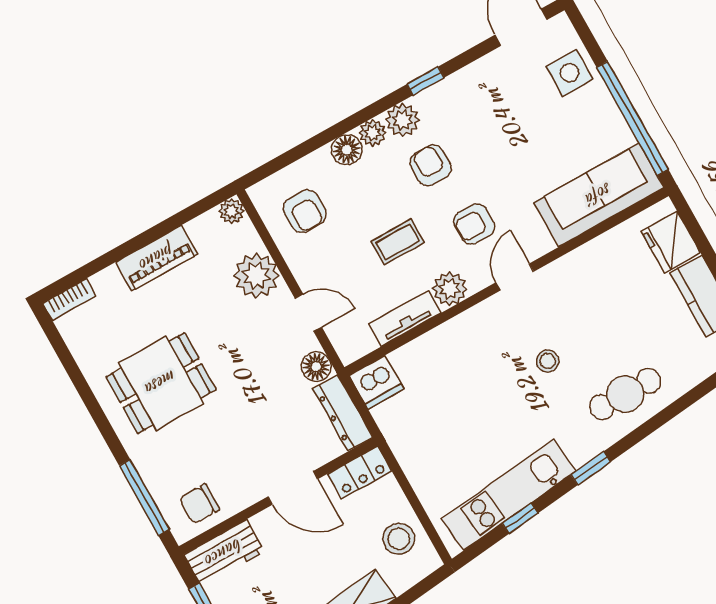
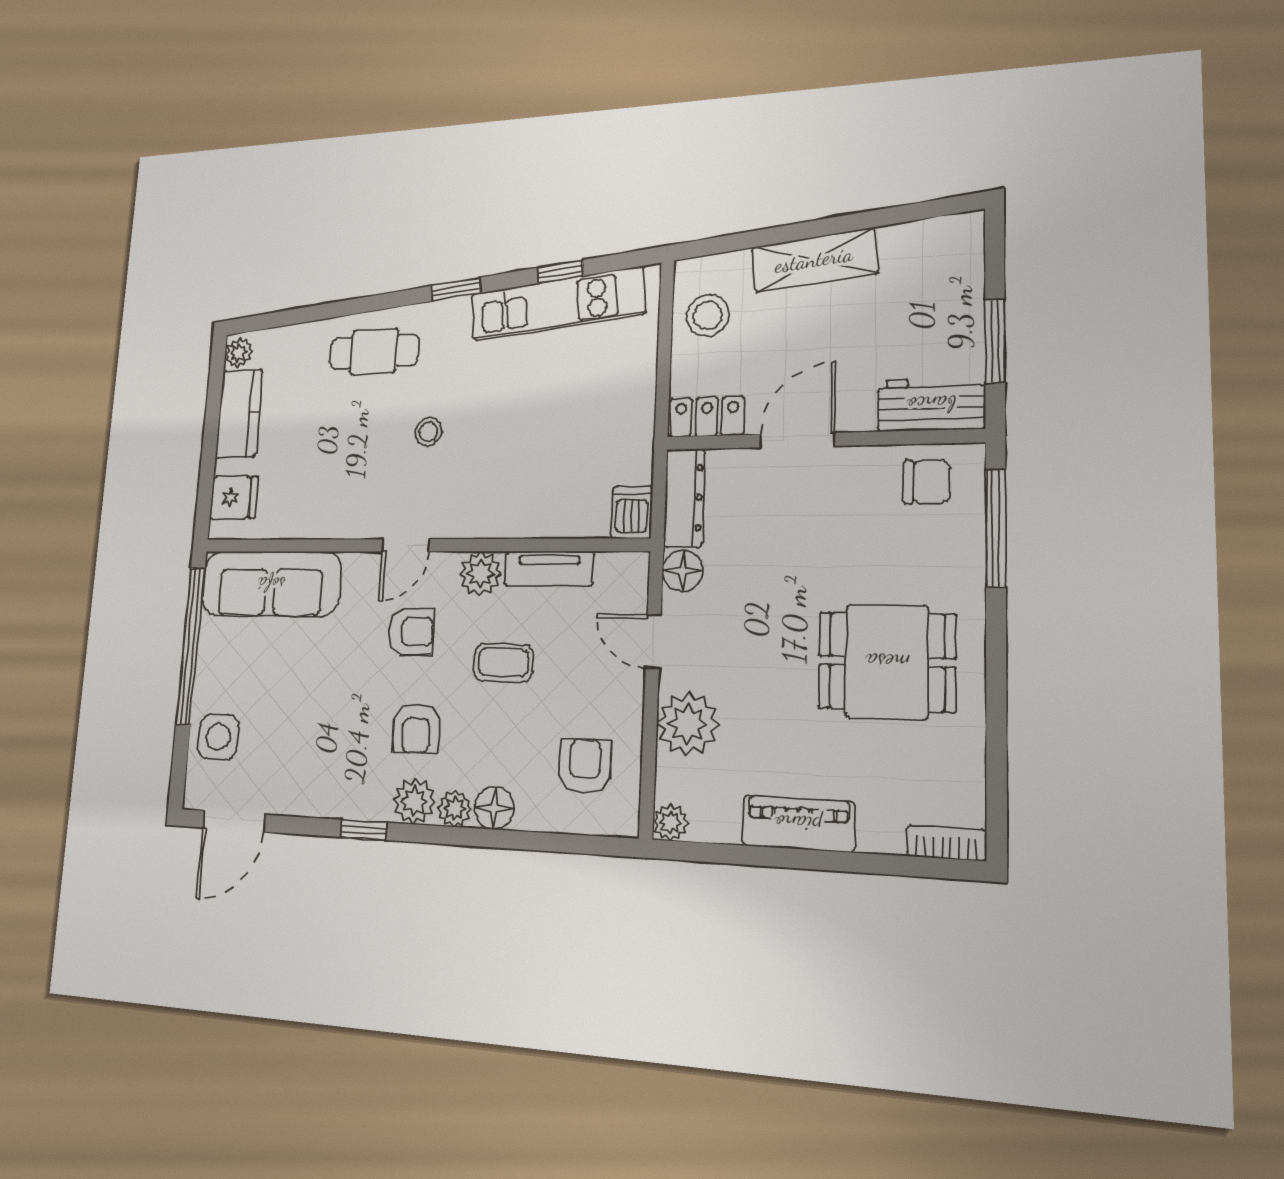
fridge: (671, 242) -> (234, 498), width x0.72
dishwasher: (376, 382) -> (632, 512), width x0.73
door: (293, 488) -> (797, 440), hinge flipped

